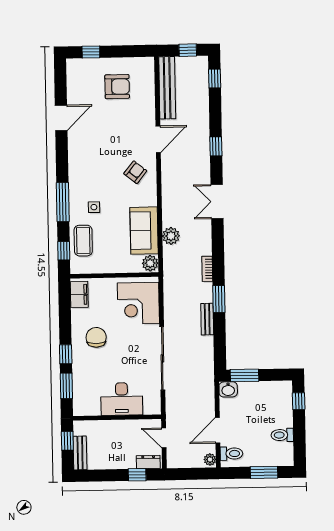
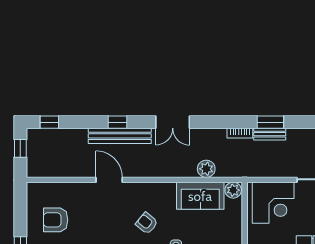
armchair: (117, 87) -> (56, 220), turned -90
bench: (167, 88) -> (120, 136), moved
armchair: (135, 172) -> (147, 223), moved
bench: (207, 319) -> (270, 134), moved

